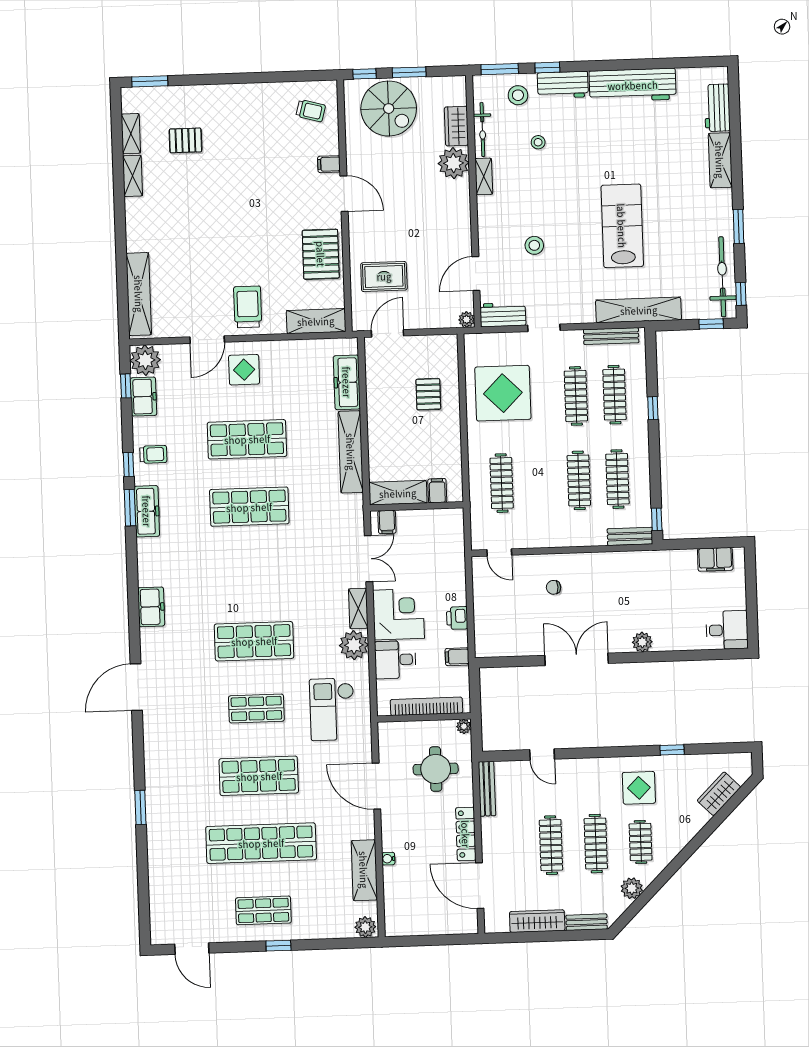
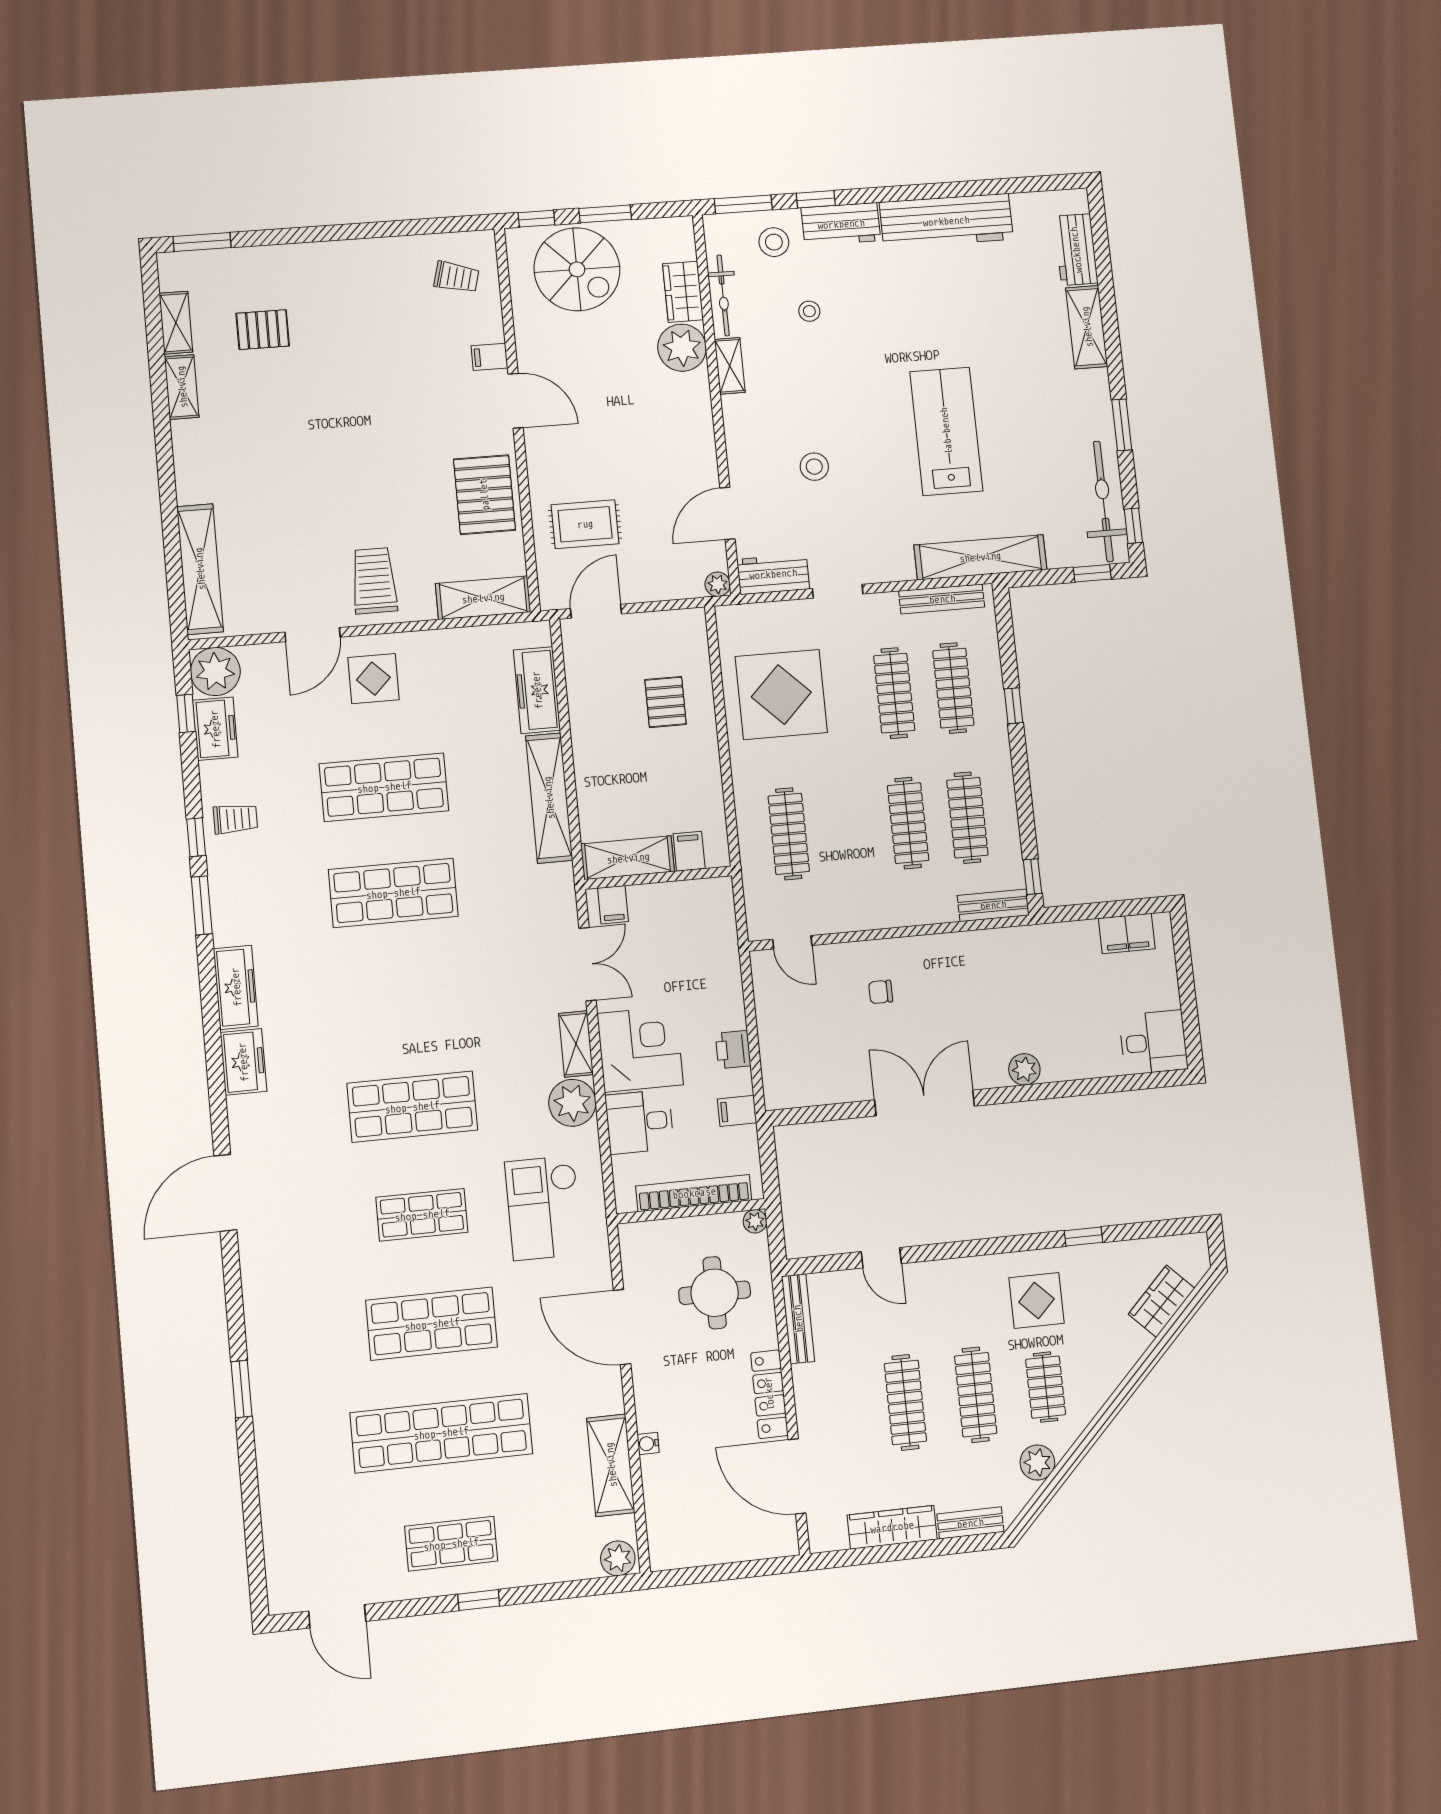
freezer: (147, 511) -> (236, 987), moved

